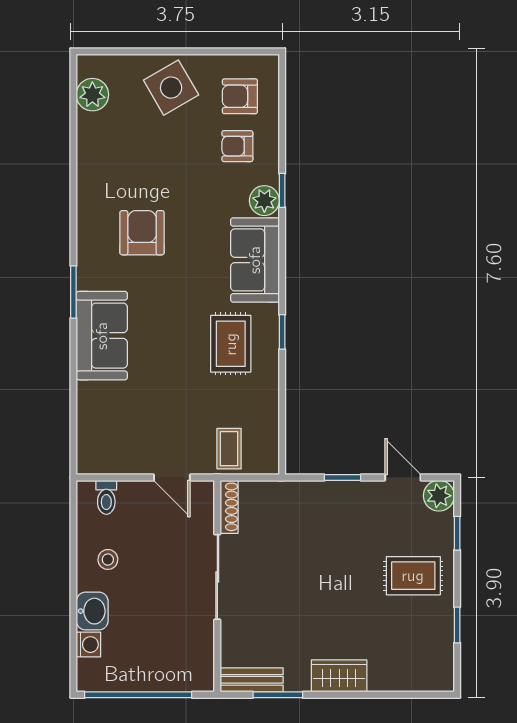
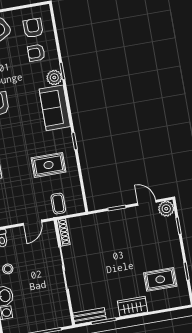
armchair: (240, 96) -> (33, 28), turned 90
rug: (231, 344) -> (49, 165), moved, turned 90
door: (172, 477) -> (32, 223), hinge flipped
rug: (413, 576) -> (160, 279), moved

